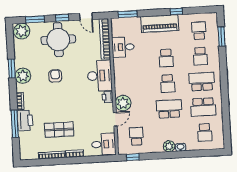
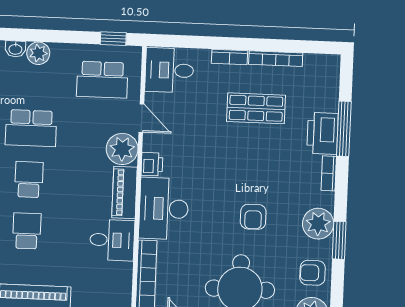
desk: (123, 47) -> (112, 240), moved
armchair: (23, 51) -> (313, 273), added
piano: (120, 82) -> (124, 193), added
door: (115, 119) -> (141, 118), swing flipped
school desk: (136, 136) -> (102, 80), width x1.85

